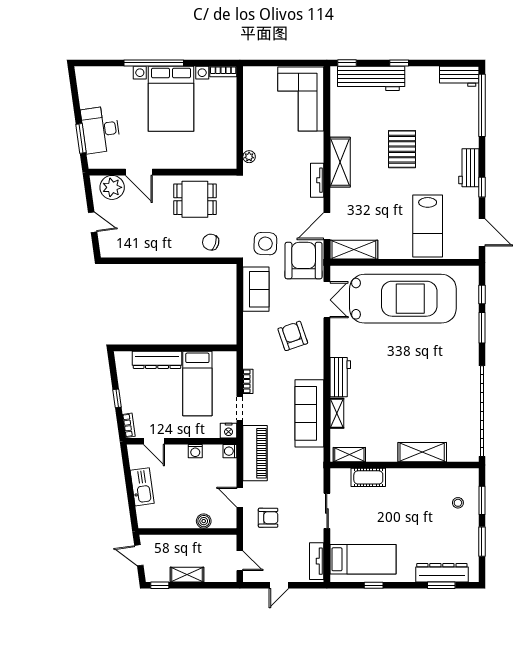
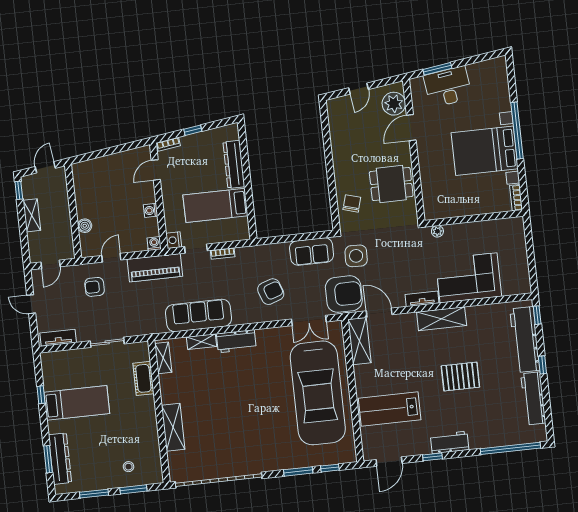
workbench: (459, 76) -> (533, 398), moved, width x1.37
corner sofa: (301, 99) -> (468, 278), moved
dining table: (195, 199) -> (391, 184), turned 90
kitchen sink: (142, 487) -> (111, 163), removed
armchair: (268, 518) -> (95, 287), turned 90
bed: (363, 559) -> (77, 403), moved, turned -90

